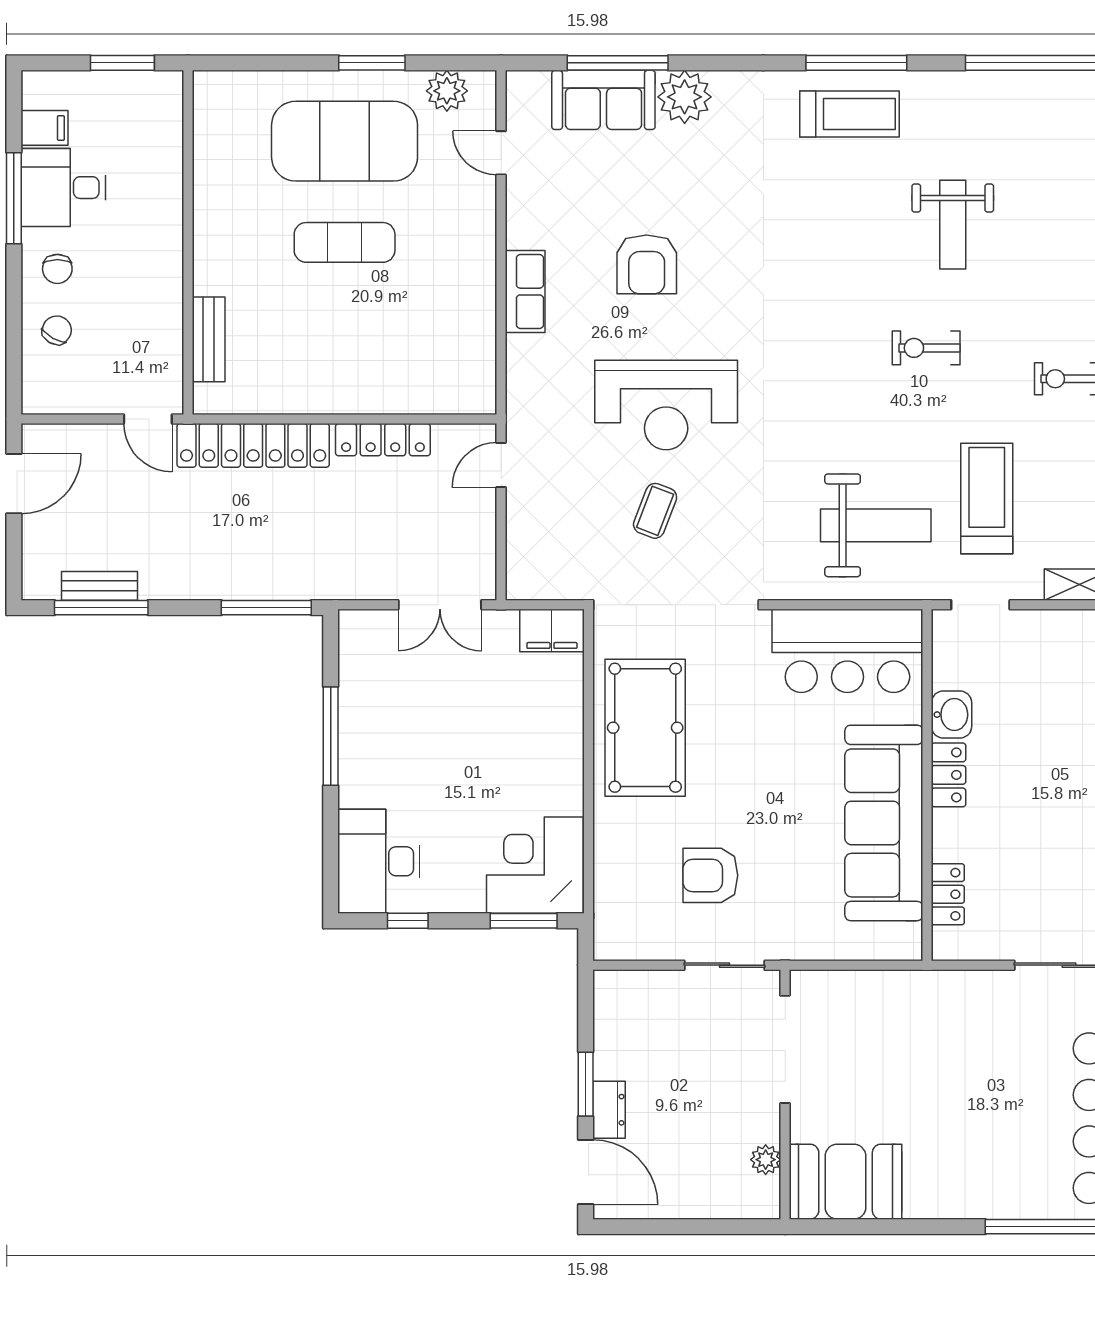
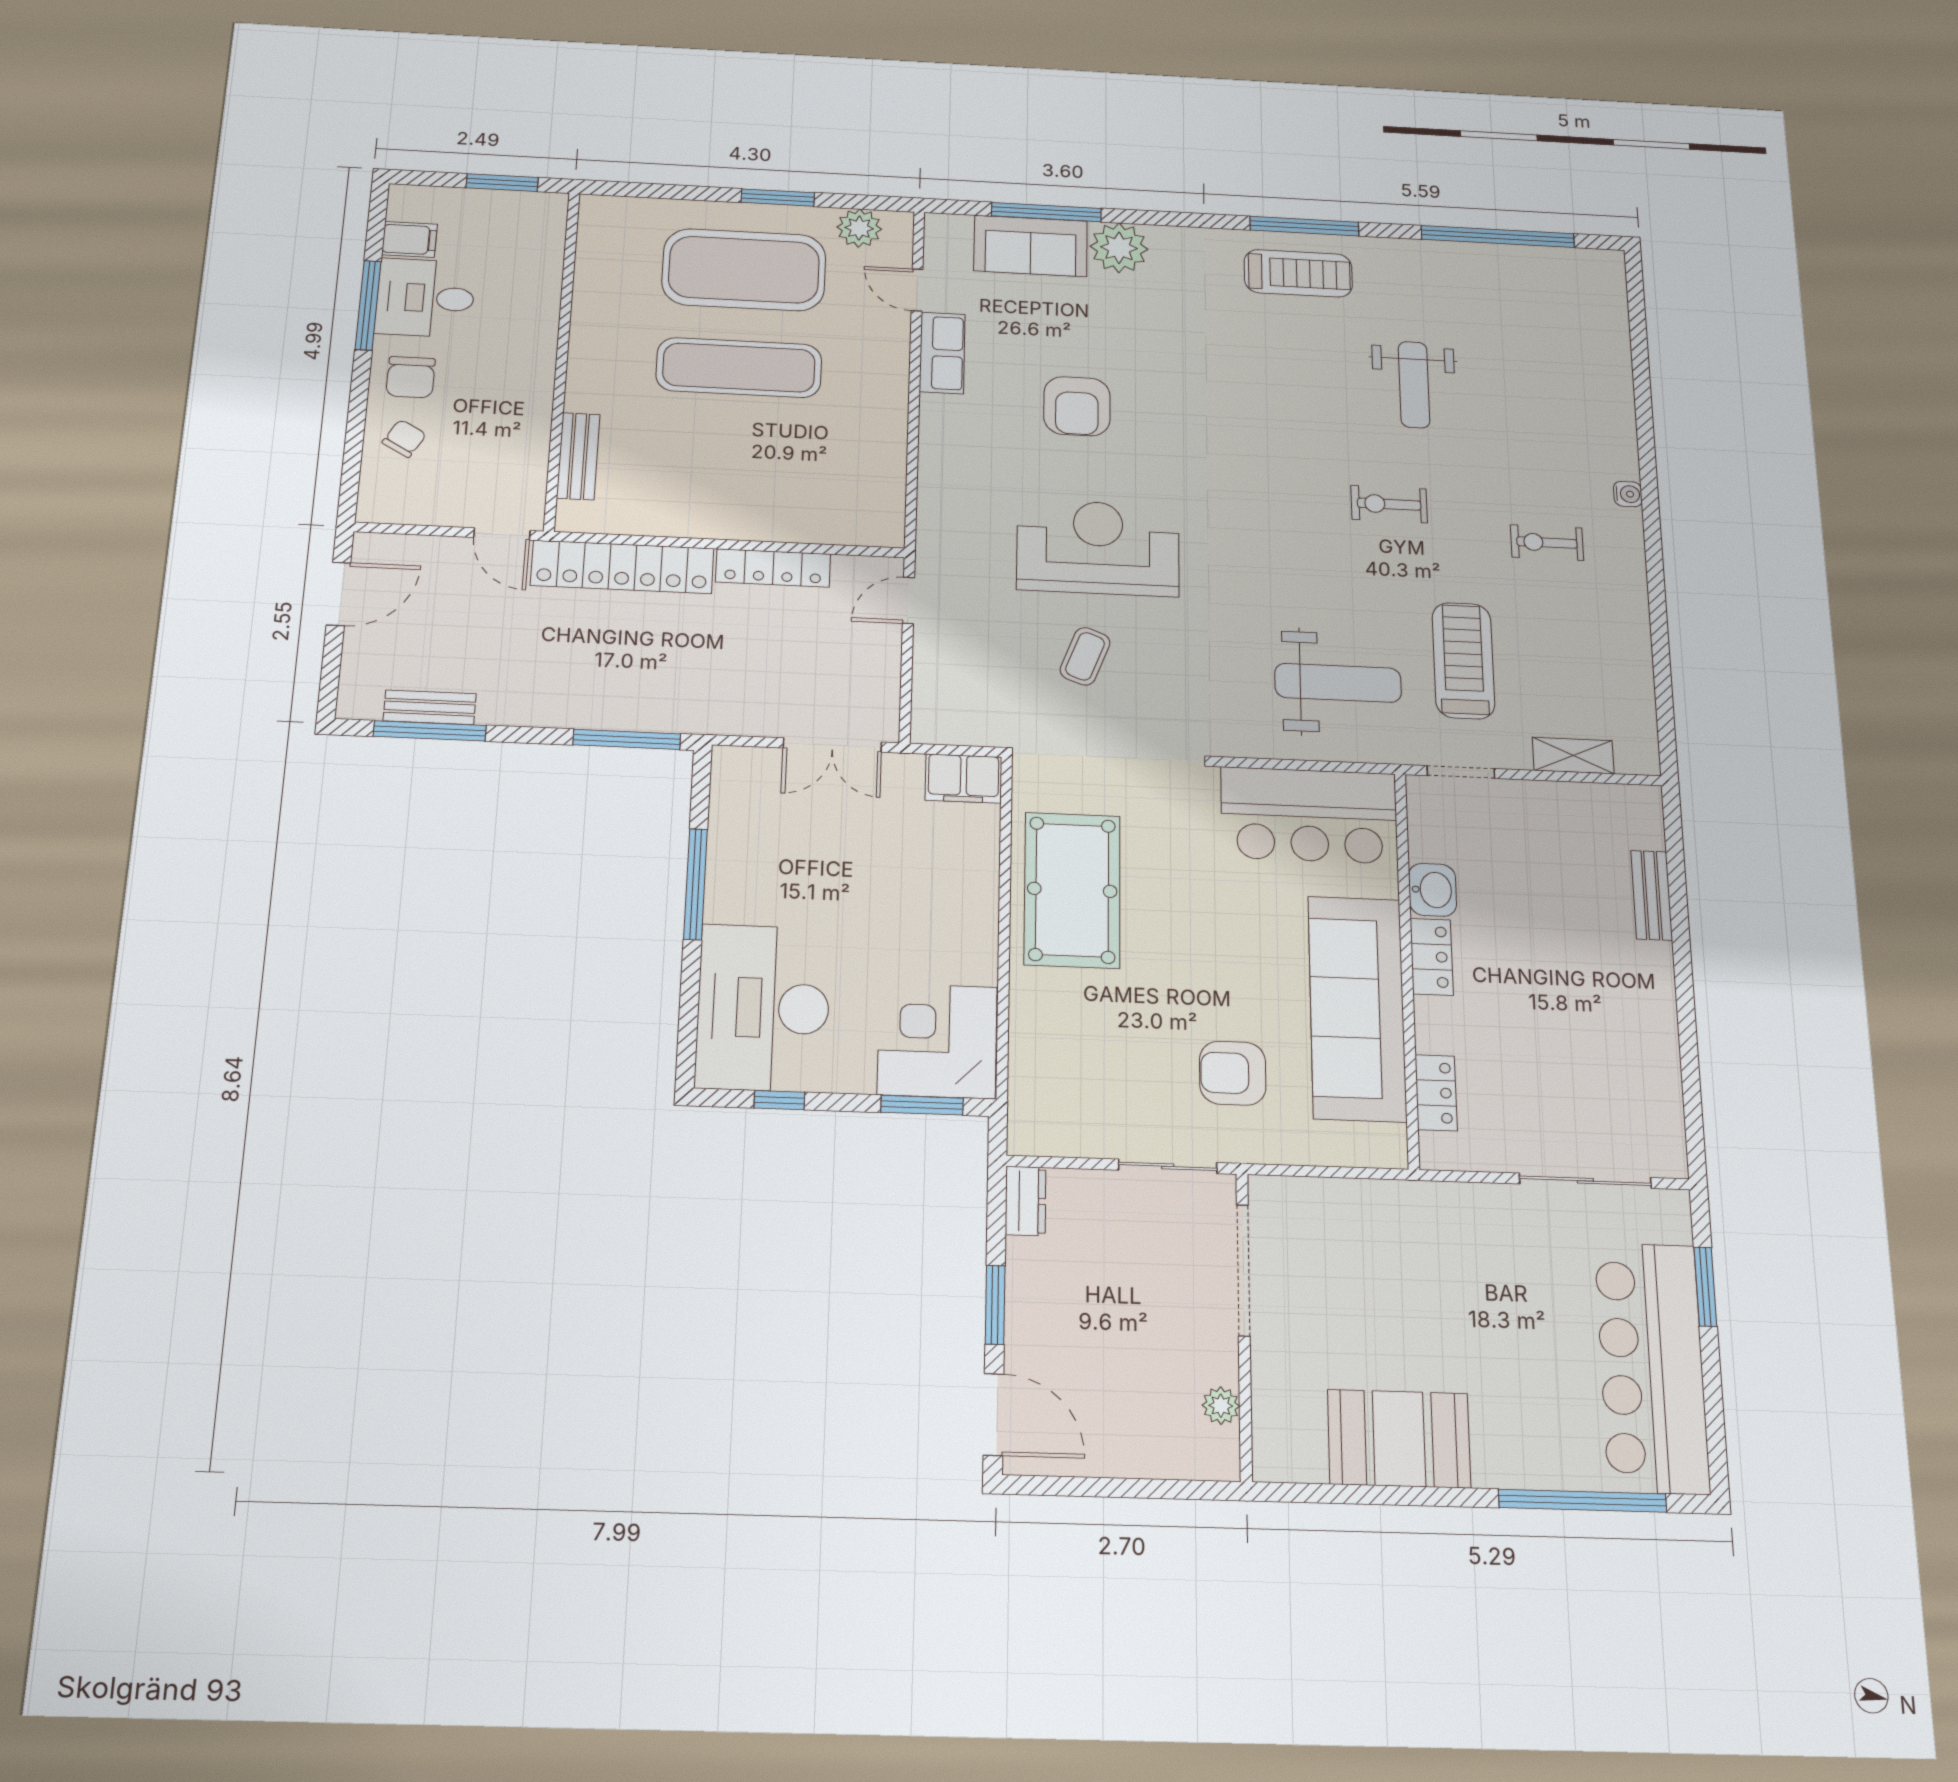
exercise mat: (345, 242) -> (739, 368), width x1.36, depth x1.45
chair: (57, 269) -> (411, 377), width x1.37, depth x1.37
row of seats: (525, 292) -> (942, 353), moved
reception desk: (666, 405) -> (1098, 548), turned 180
desk: (379, 861) -> (763, 1008), width x1.36, depth x1.30
armchair: (710, 875) -> (1233, 1073), moved
dresser: (609, 1110) -> (1026, 1201), moved
booth: (846, 1182) -> (1399, 1439), moved

